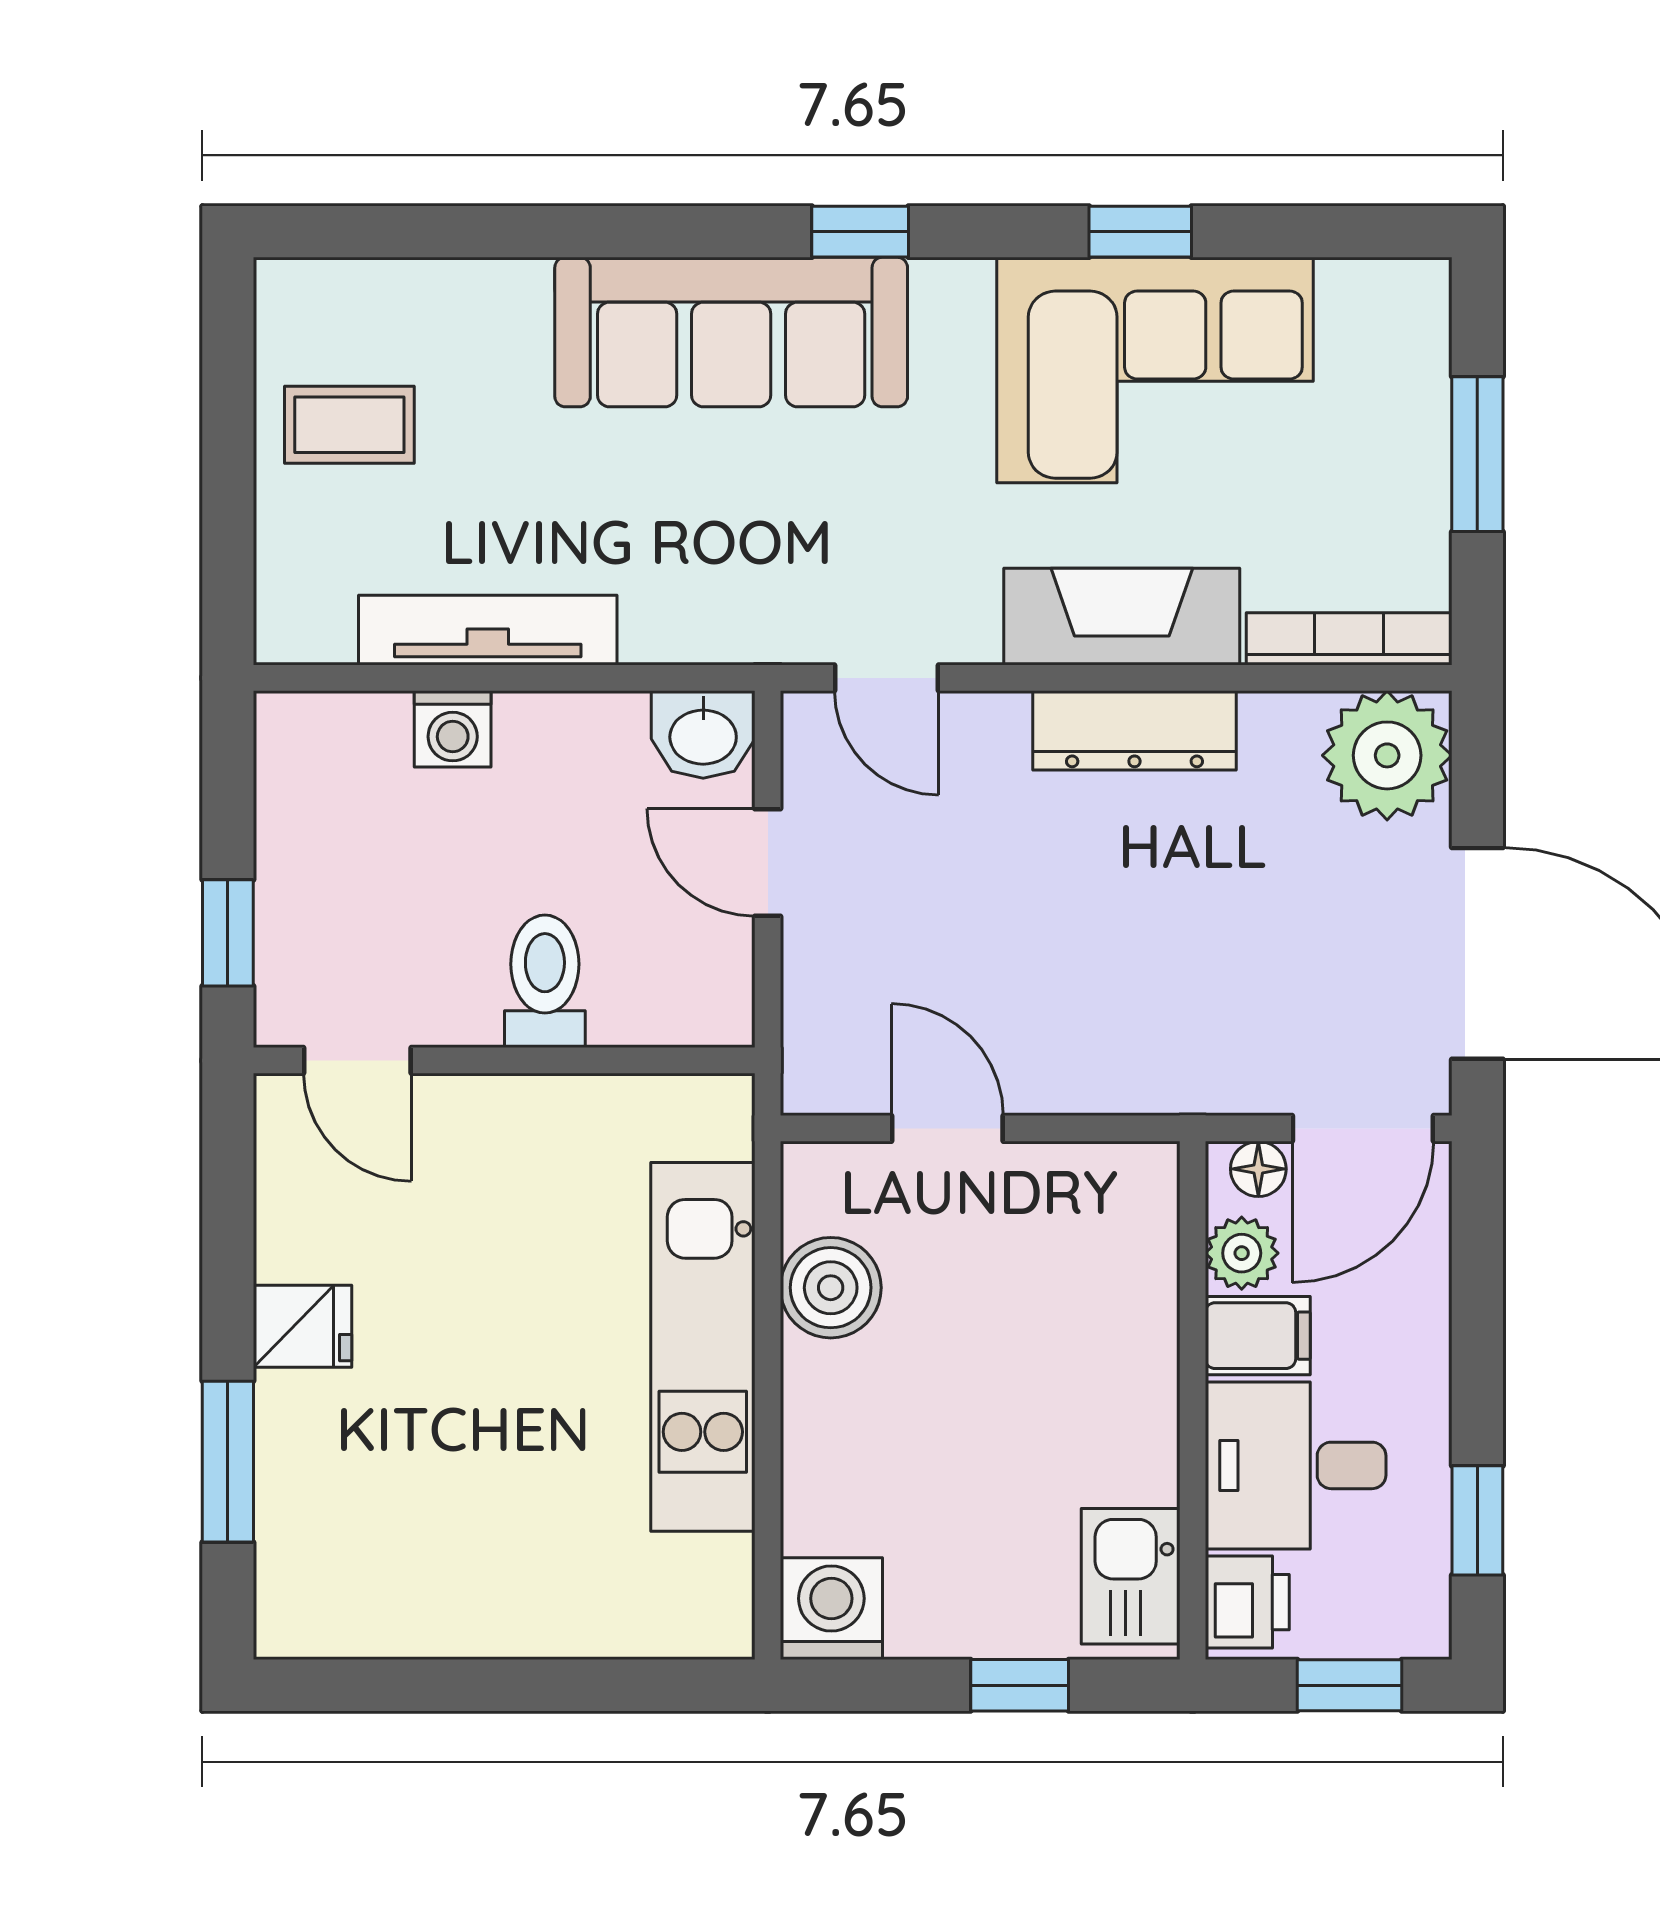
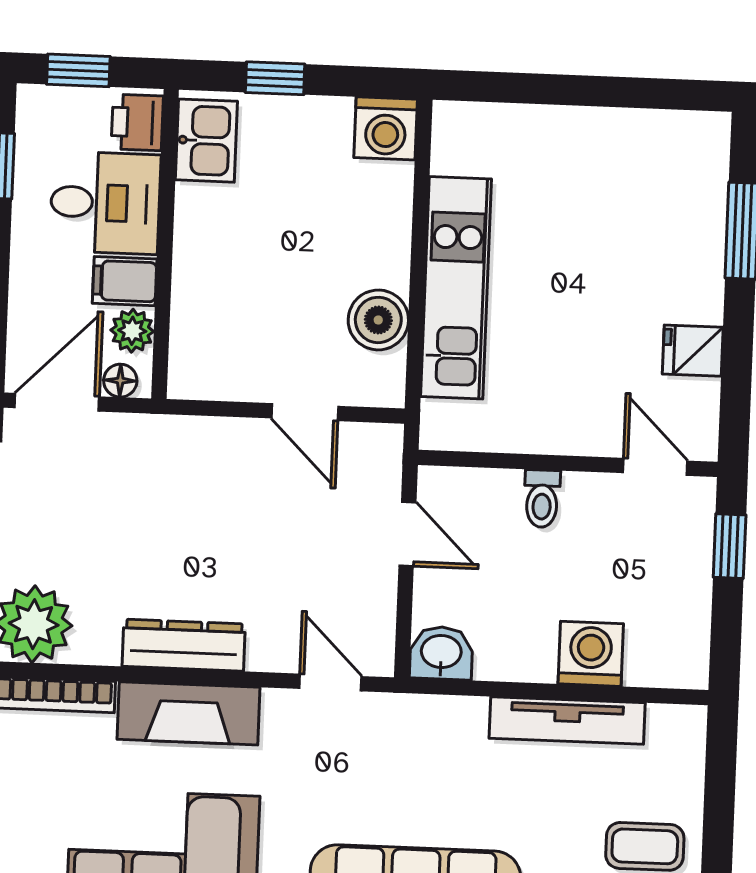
washing machine: (453, 729) -> (591, 654), width x1.38, depth x1.38
door: (768, 862) -> (407, 534), moved
toilet: (545, 981) -> (542, 499), width x0.73, depth x0.72
fridge: (302, 1326) -> (693, 351), moved

